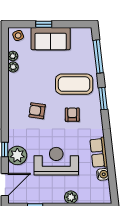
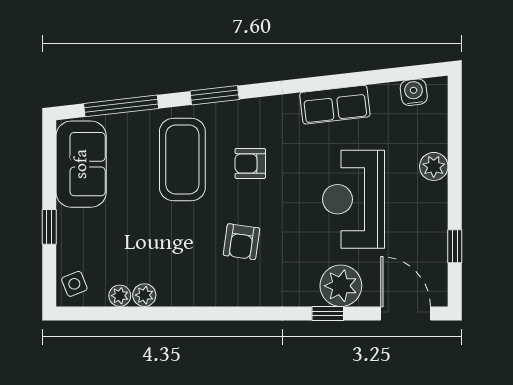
sofa: (51, 39) -> (81, 164), moved
water cooler: (103, 174) -> (414, 92), moved

